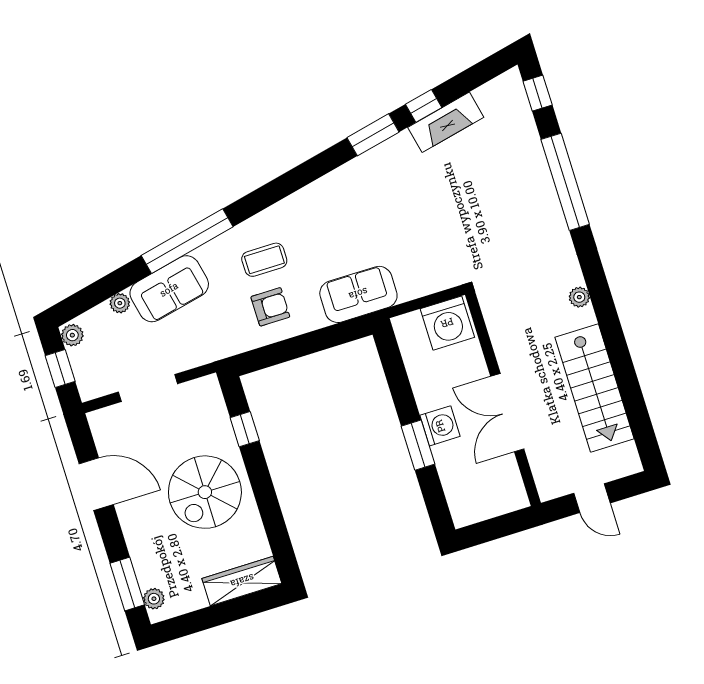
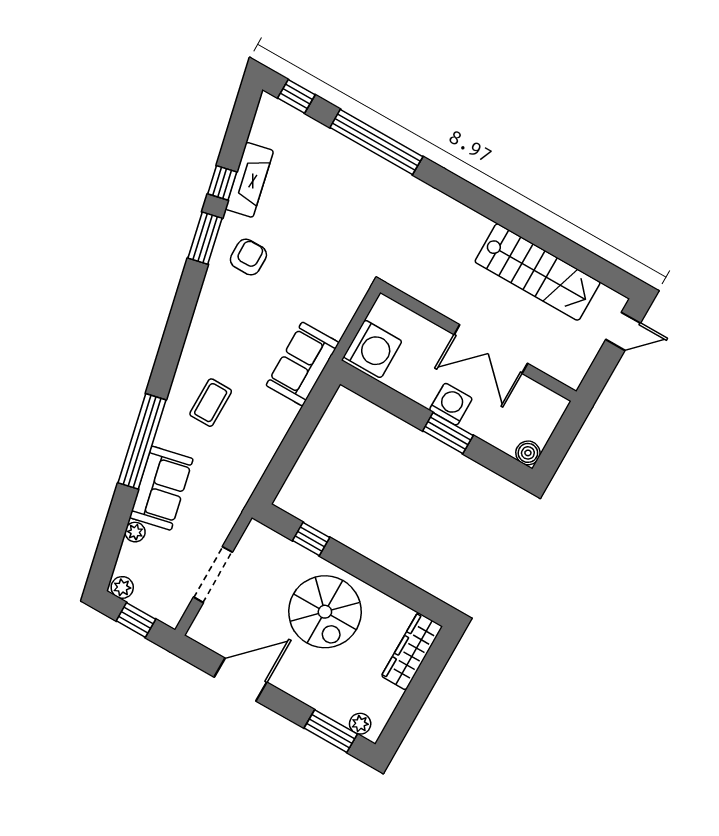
plant: (579, 297) -> (465, 216), removed
armchair: (270, 307) -> (248, 257), moved
washing machine: (447, 323) -> (373, 349), moved
door: (592, 498) -> (623, 331), moved
boiler: (463, 515) -> (528, 453), added

